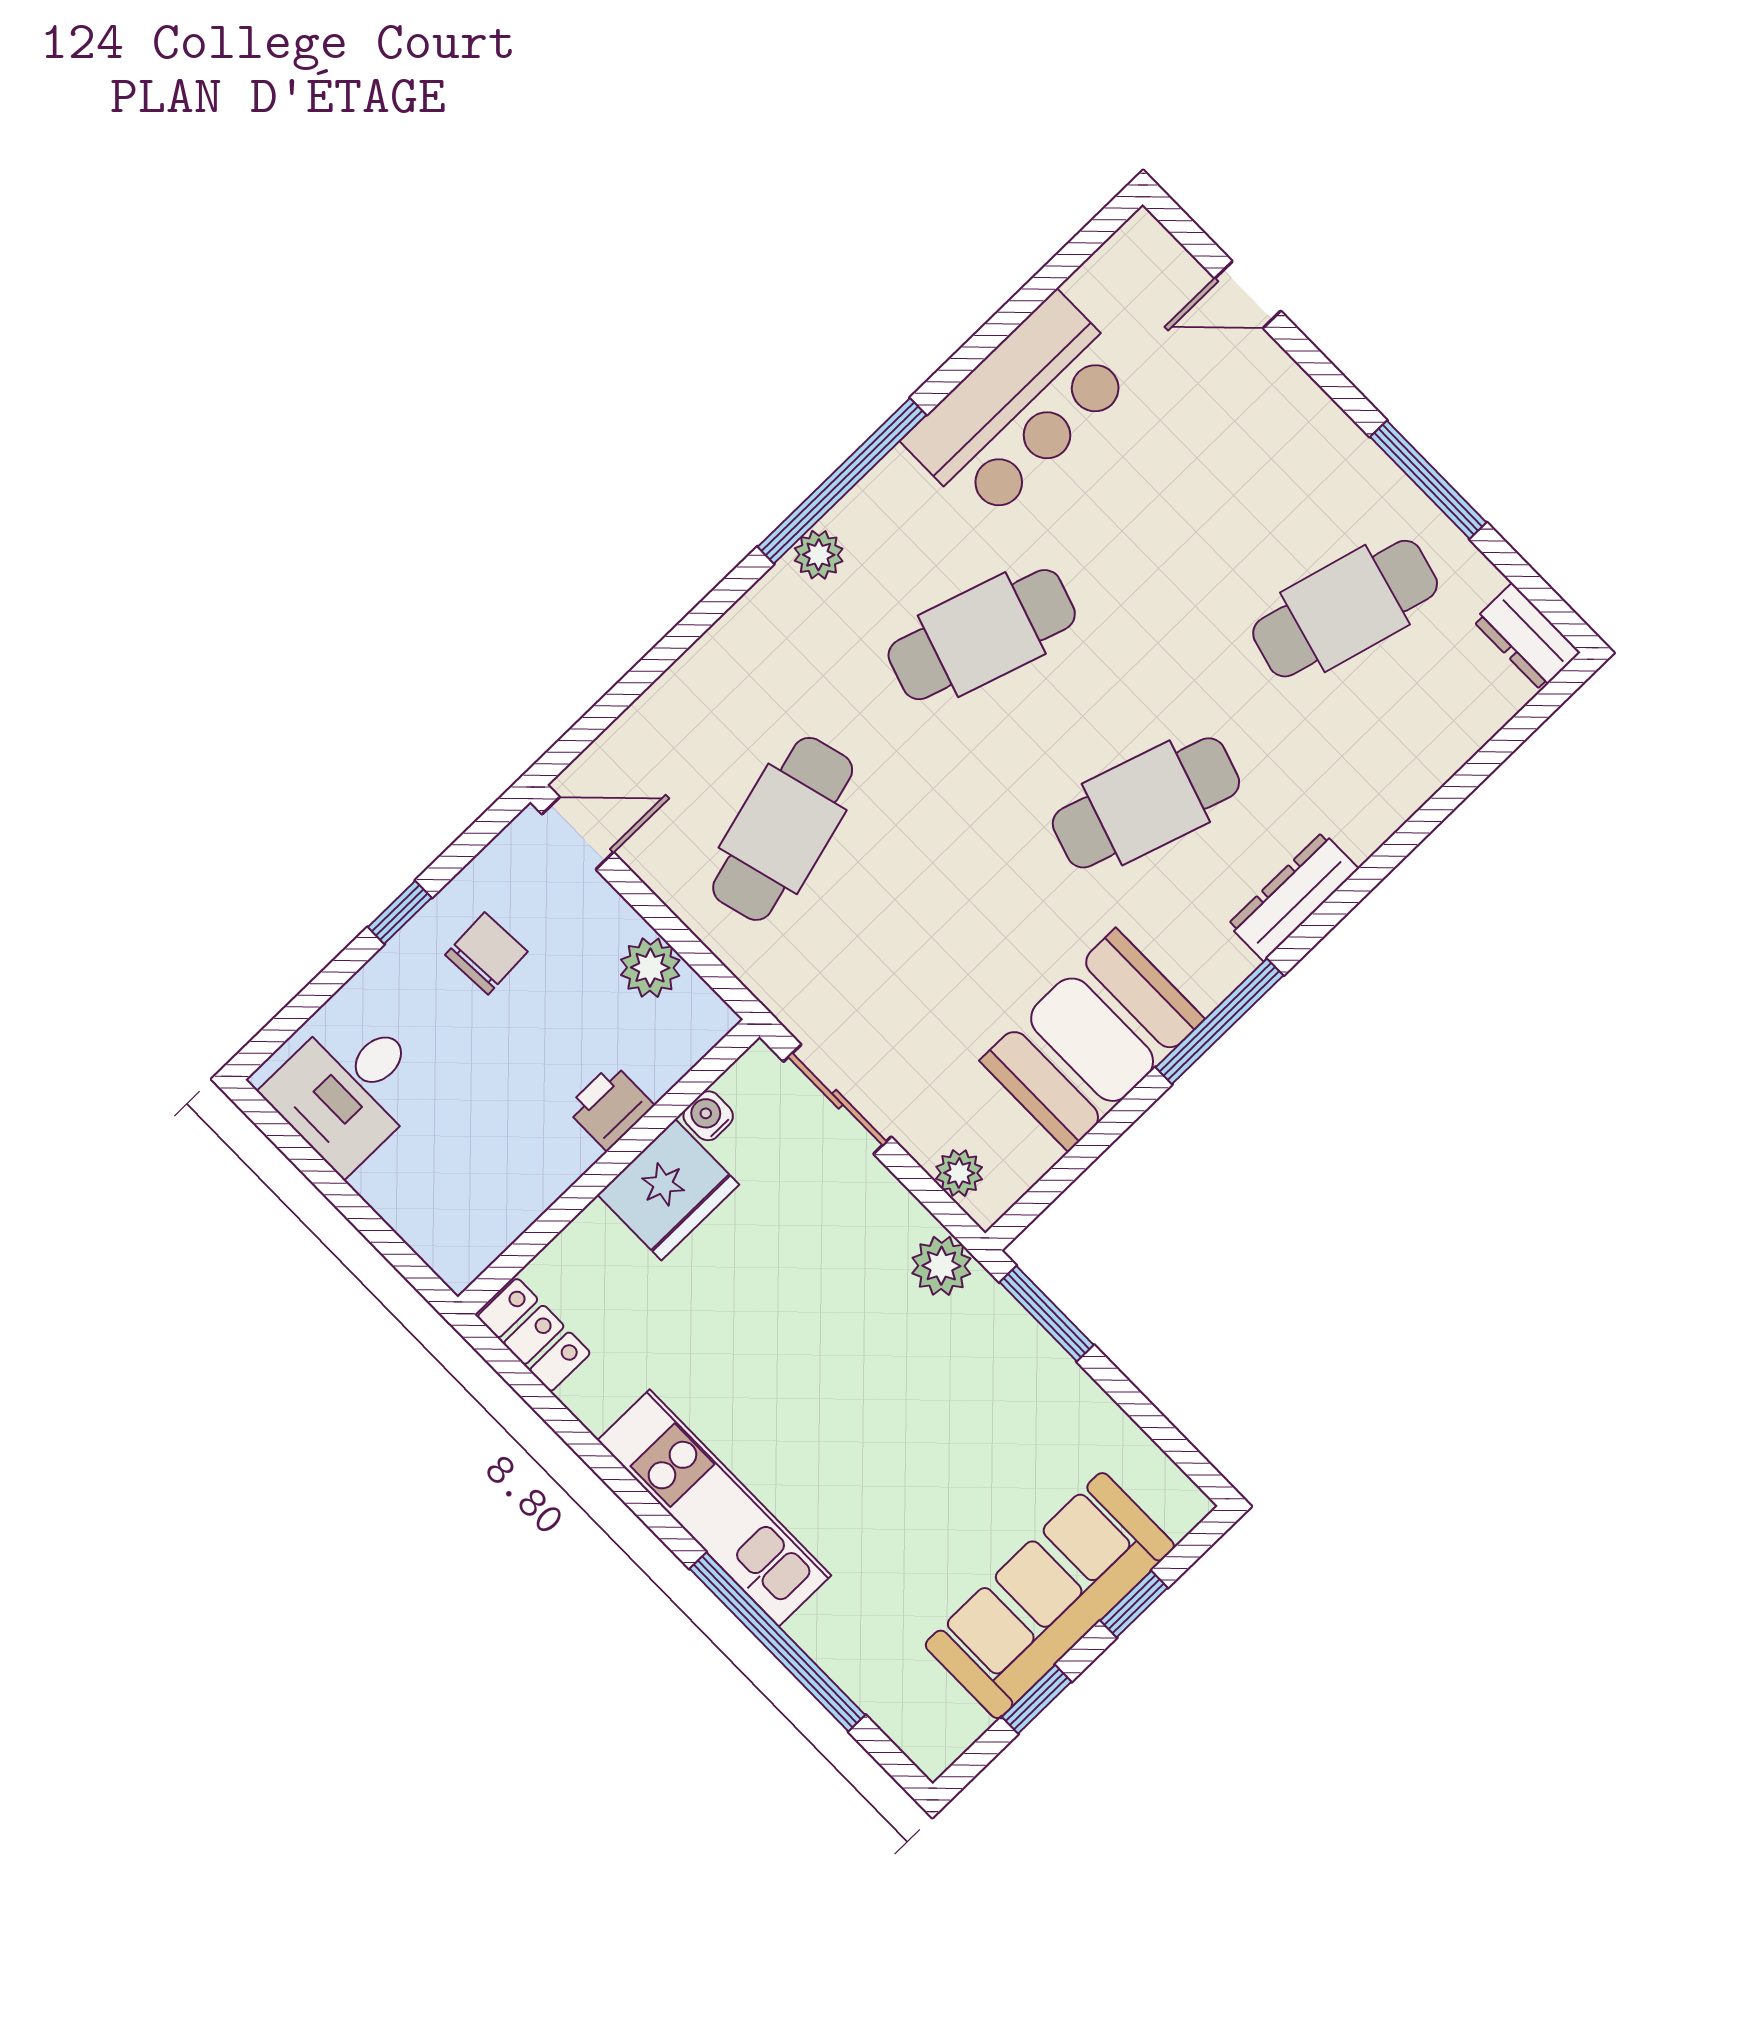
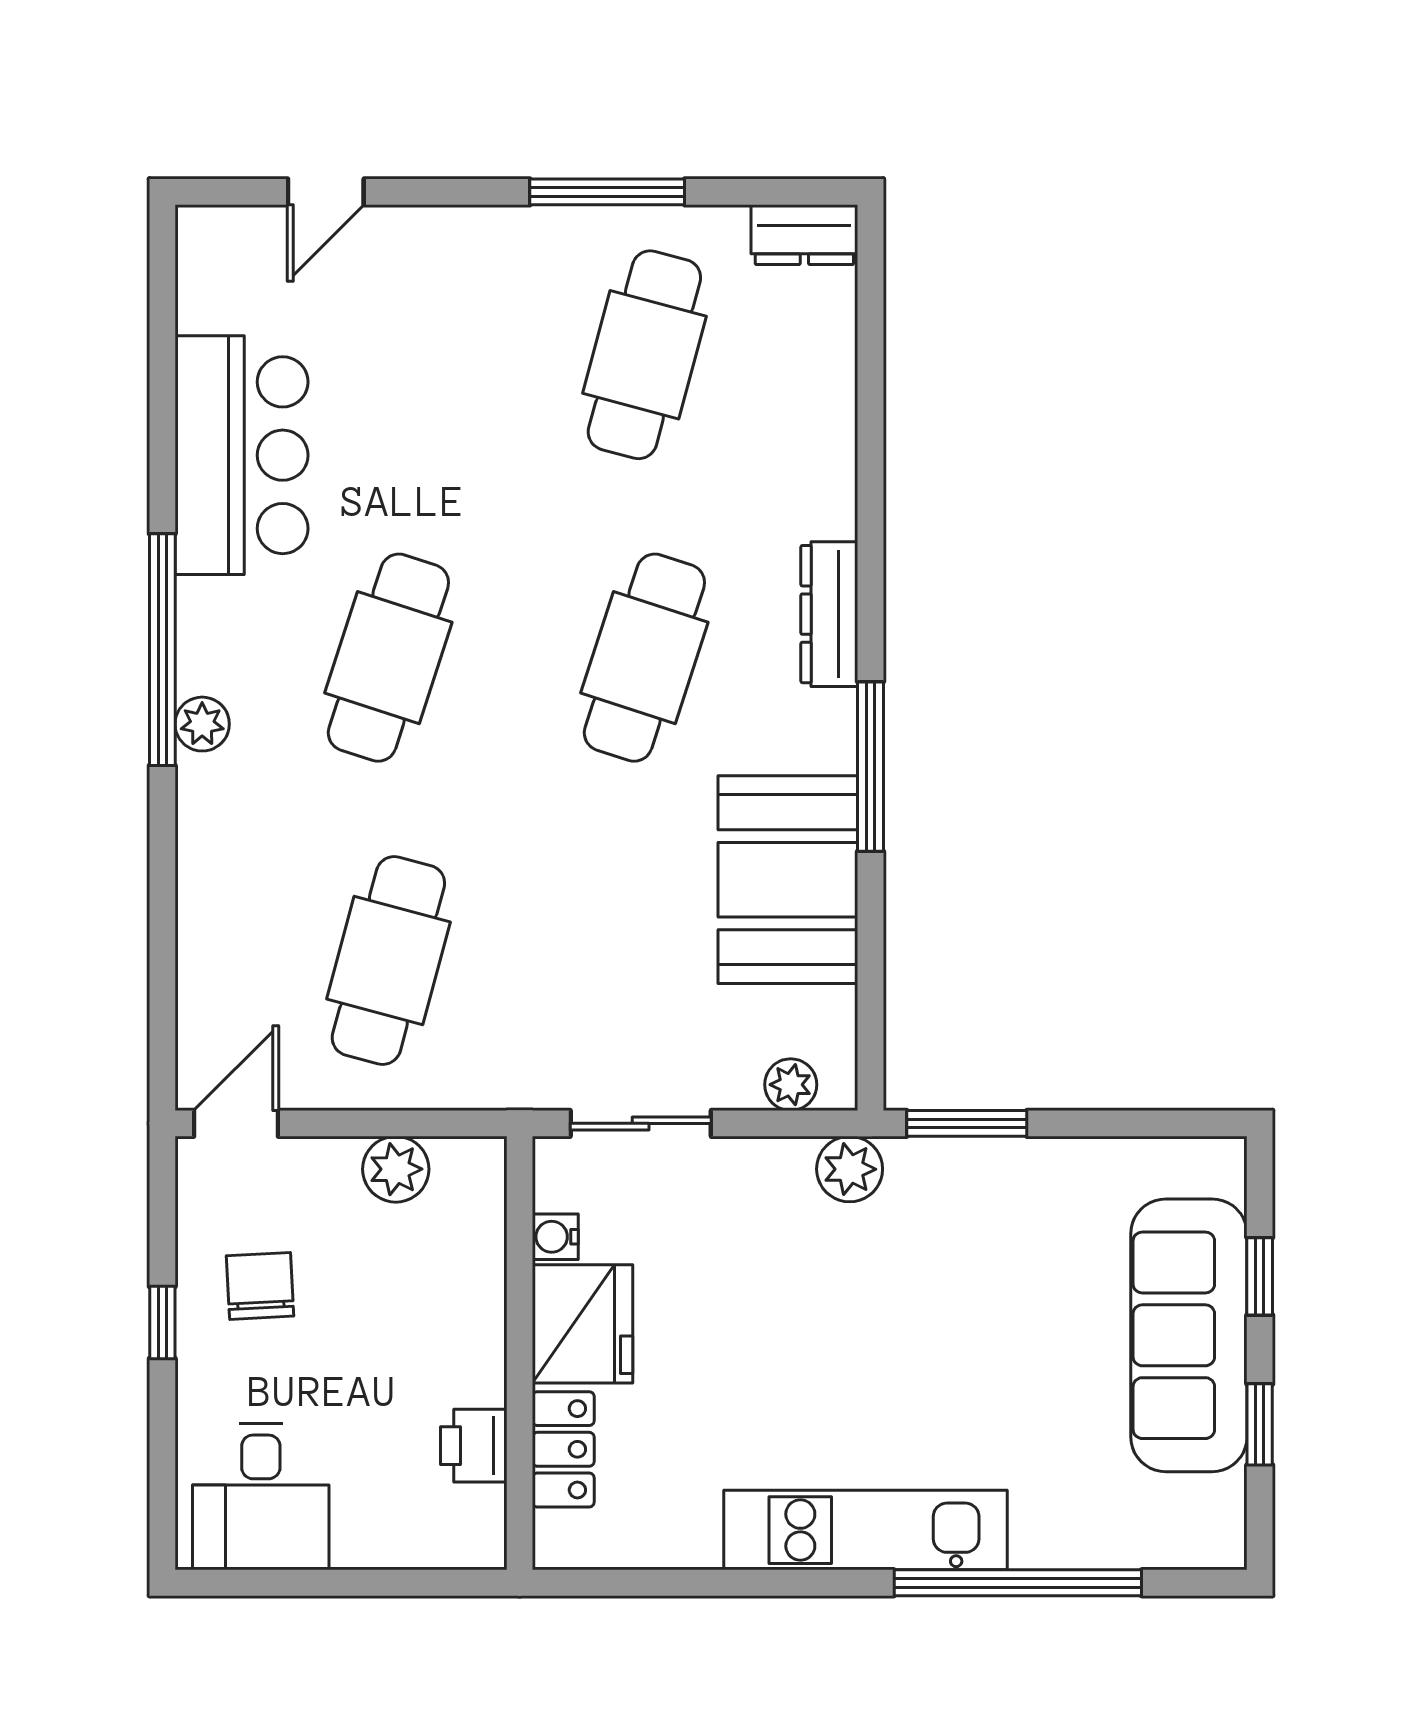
cafe table: (783, 829) -> (388, 961), turned 30
printer: (610, 1107) -> (474, 1446), moved
locker: (534, 1335) -> (563, 1449), moved, turned 90

